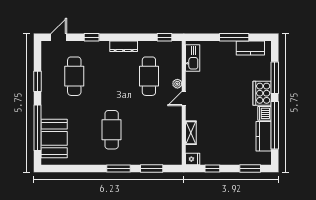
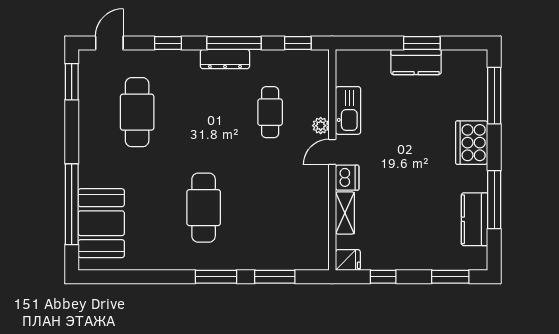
window: (129, 37) -> (234, 43), added
window: (234, 37) -> (422, 43), width x0.69
kitchen counter: (250, 48) -> (416, 62), moved
kitchen sink: (193, 58) -> (348, 110), moved
cafe table: (149, 76) -> (270, 112), width x0.73, depth x0.74
window: (275, 78) -> (494, 96), moved
window: (38, 81) -> (72, 82), moved
dishwasher: (264, 113) -> (347, 178), moved, turned 180
window: (275, 125) -> (494, 200), width x0.68

